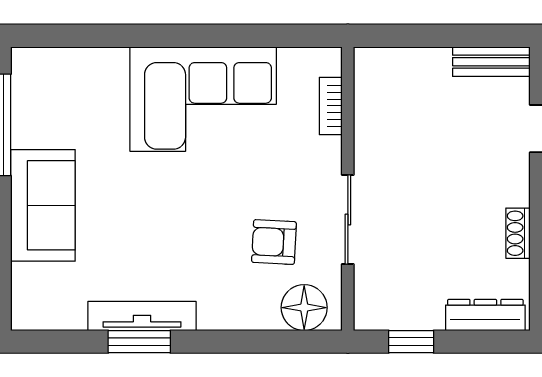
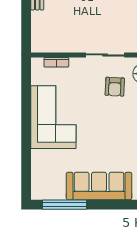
sofa: (43, 205) -> (99, 186), width x1.36

